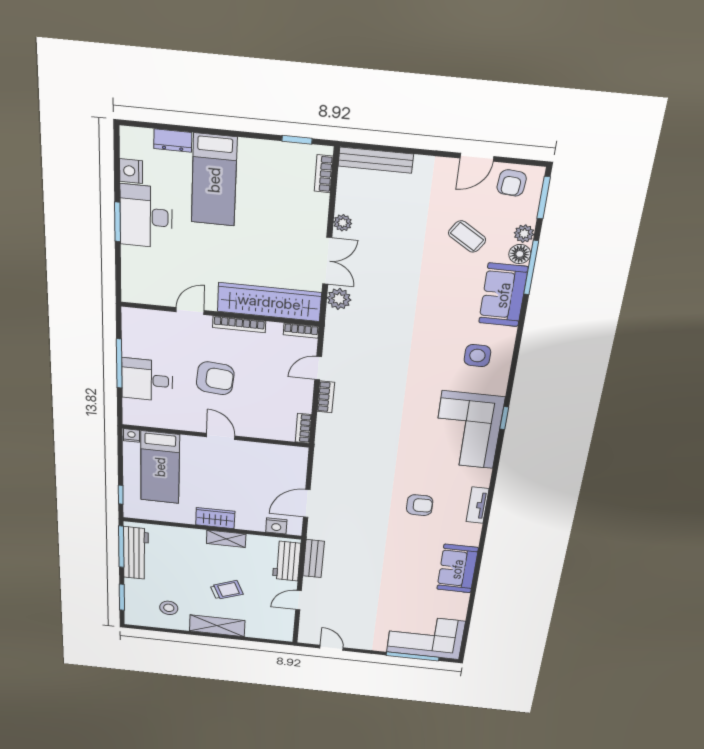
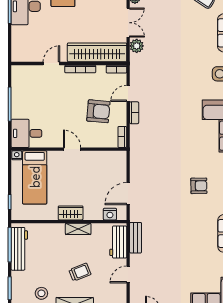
armchair: (215, 378) -> (98, 111), moved
desk: (147, 380) -> (26, 133), moved

